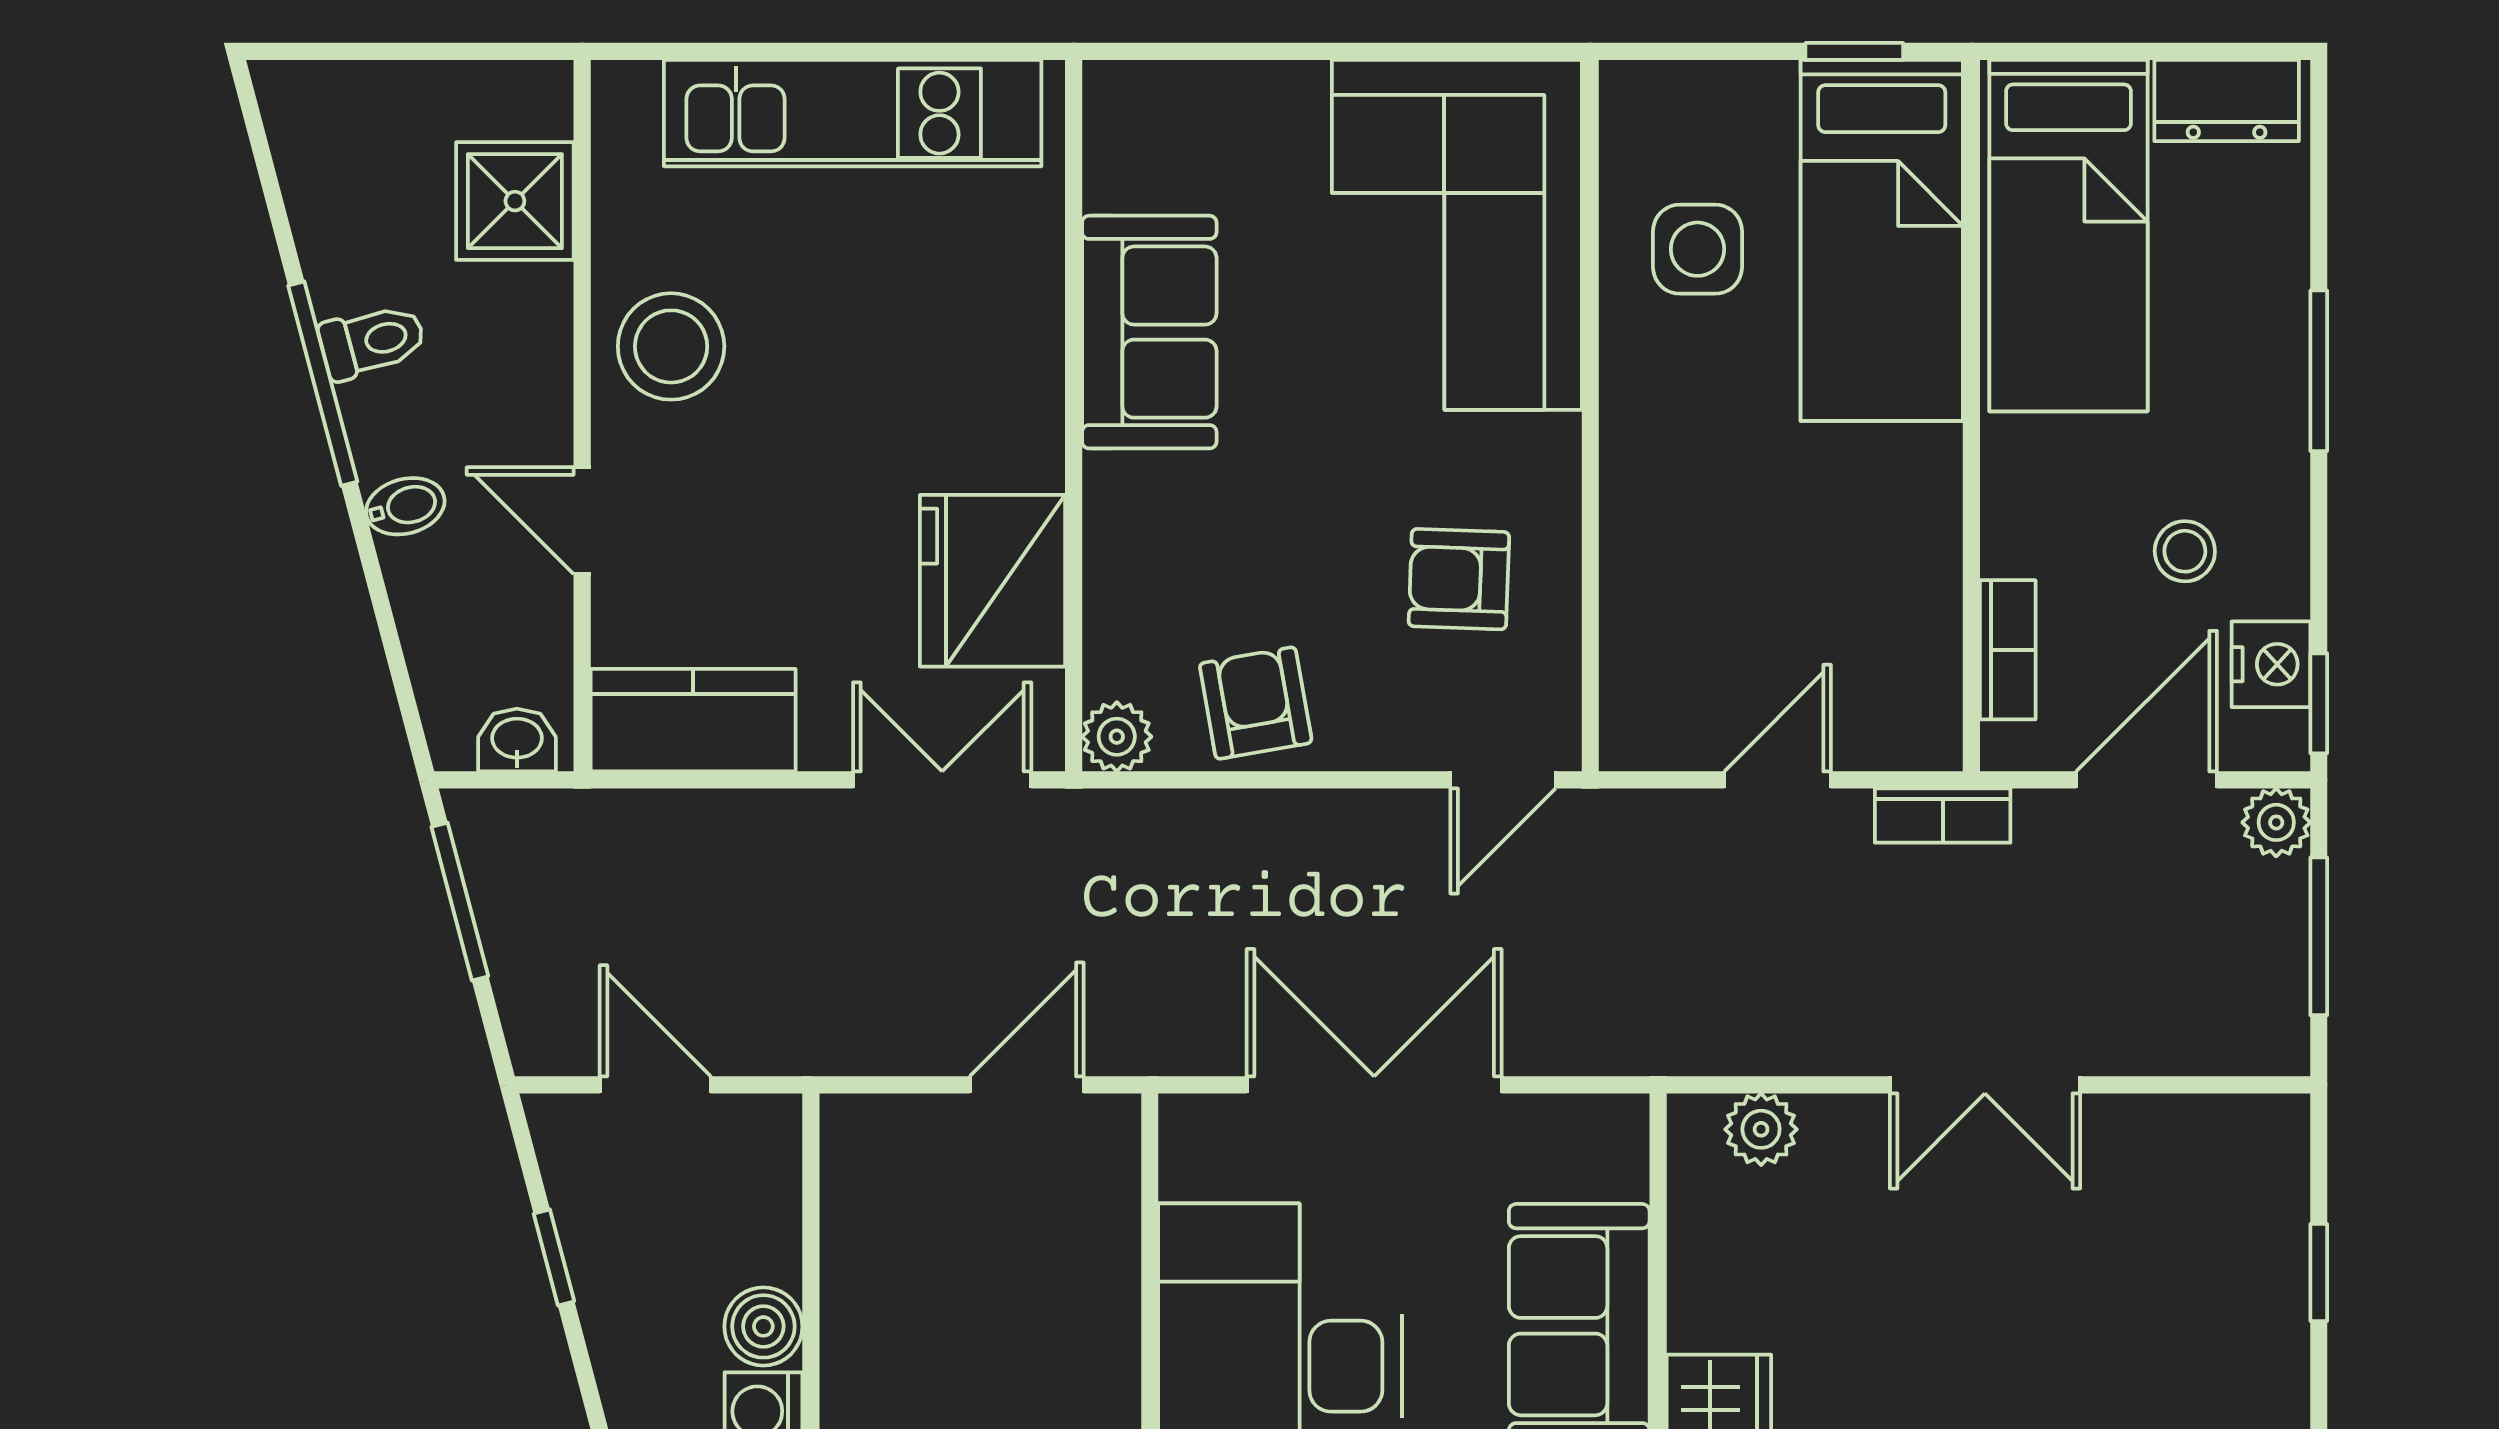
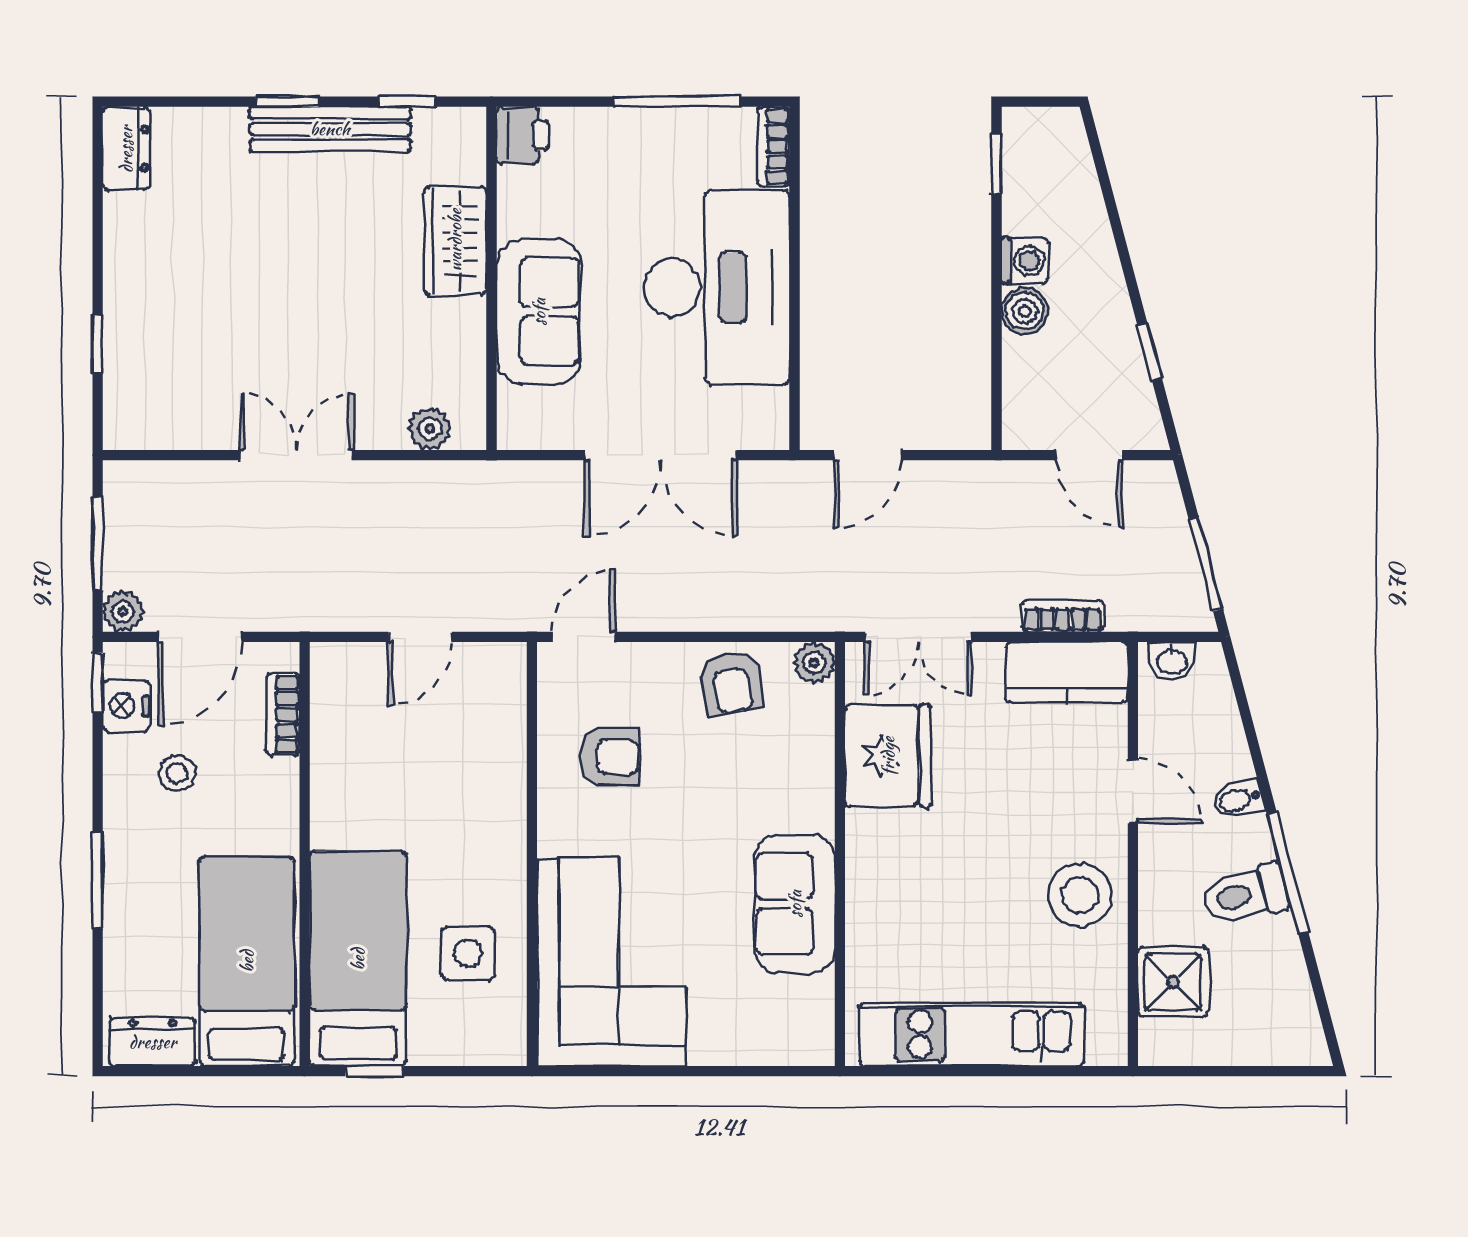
toilet: (372, 341) -> (1245, 895), width x1.37, depth x1.39
bookcase: (1943, 816) -> (1063, 616), moved

